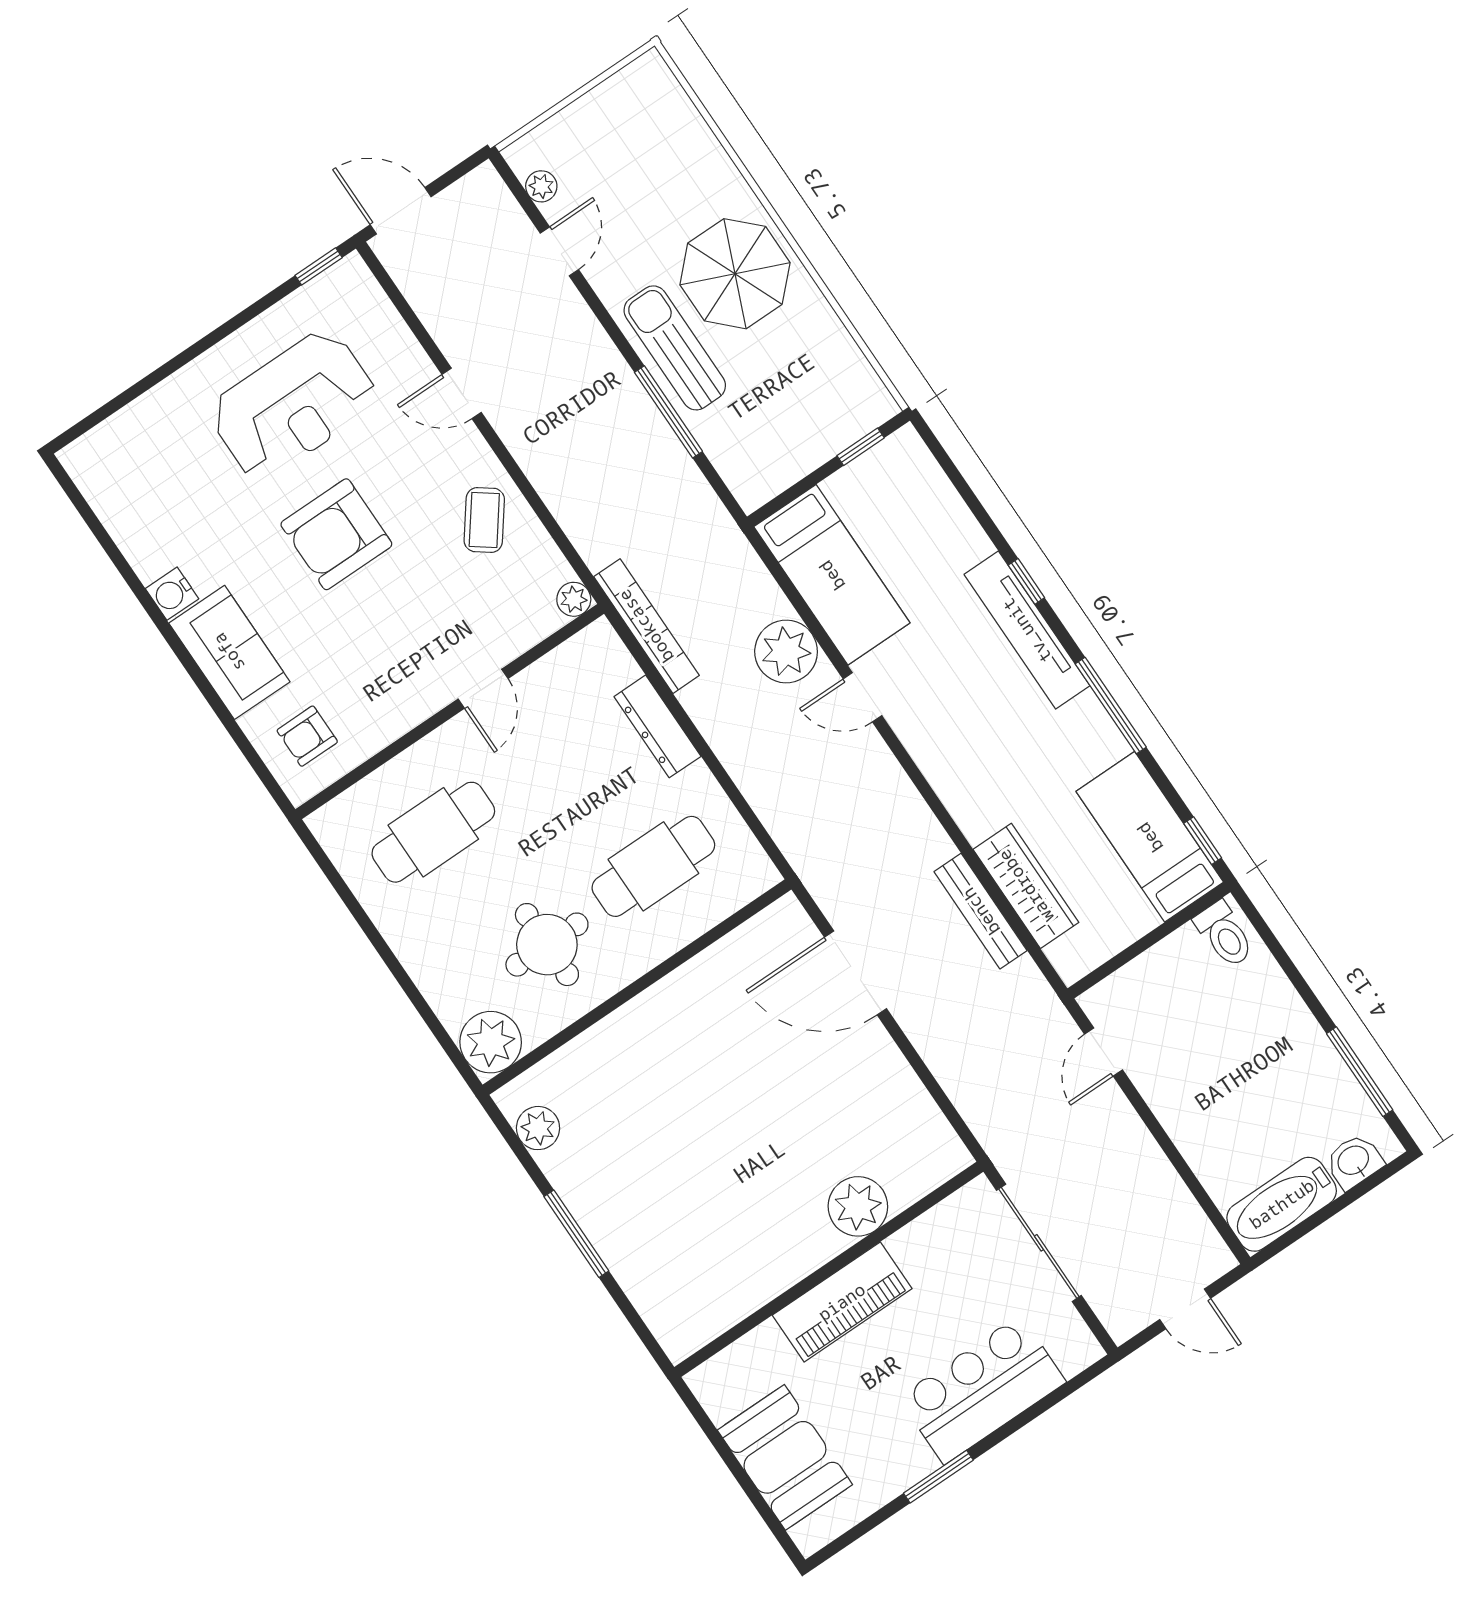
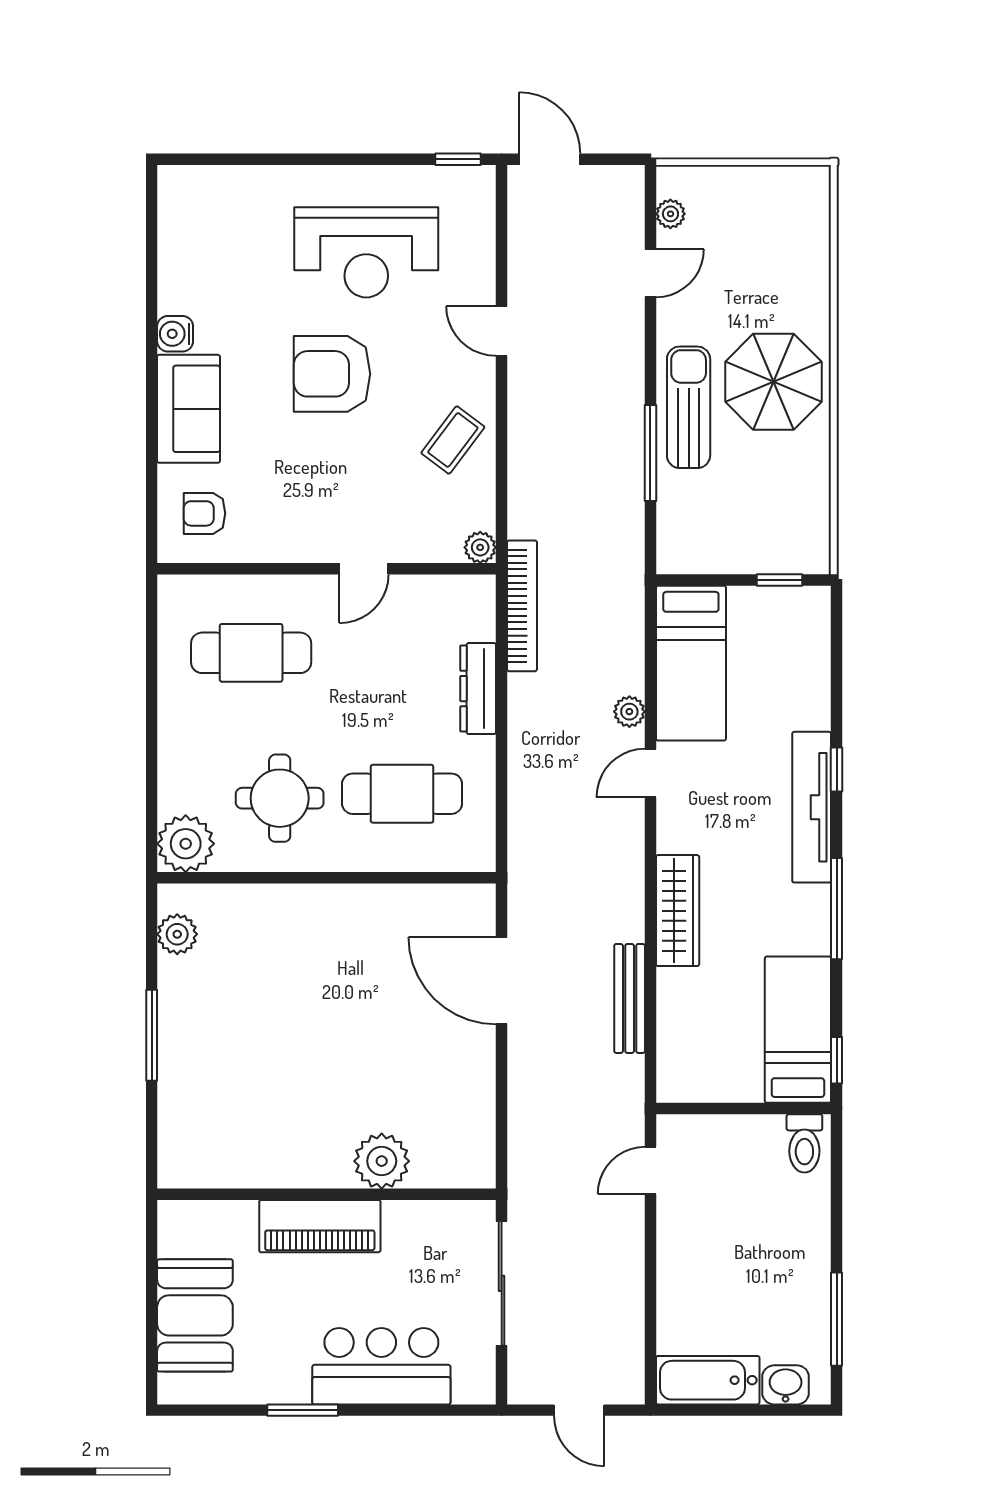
plant: (786, 651) -> (629, 712), width x0.53, depth x0.53
door: (862, 697) -> (650, 773), hinge flipped
wardrobe: (1026, 886) -> (678, 911), moved

